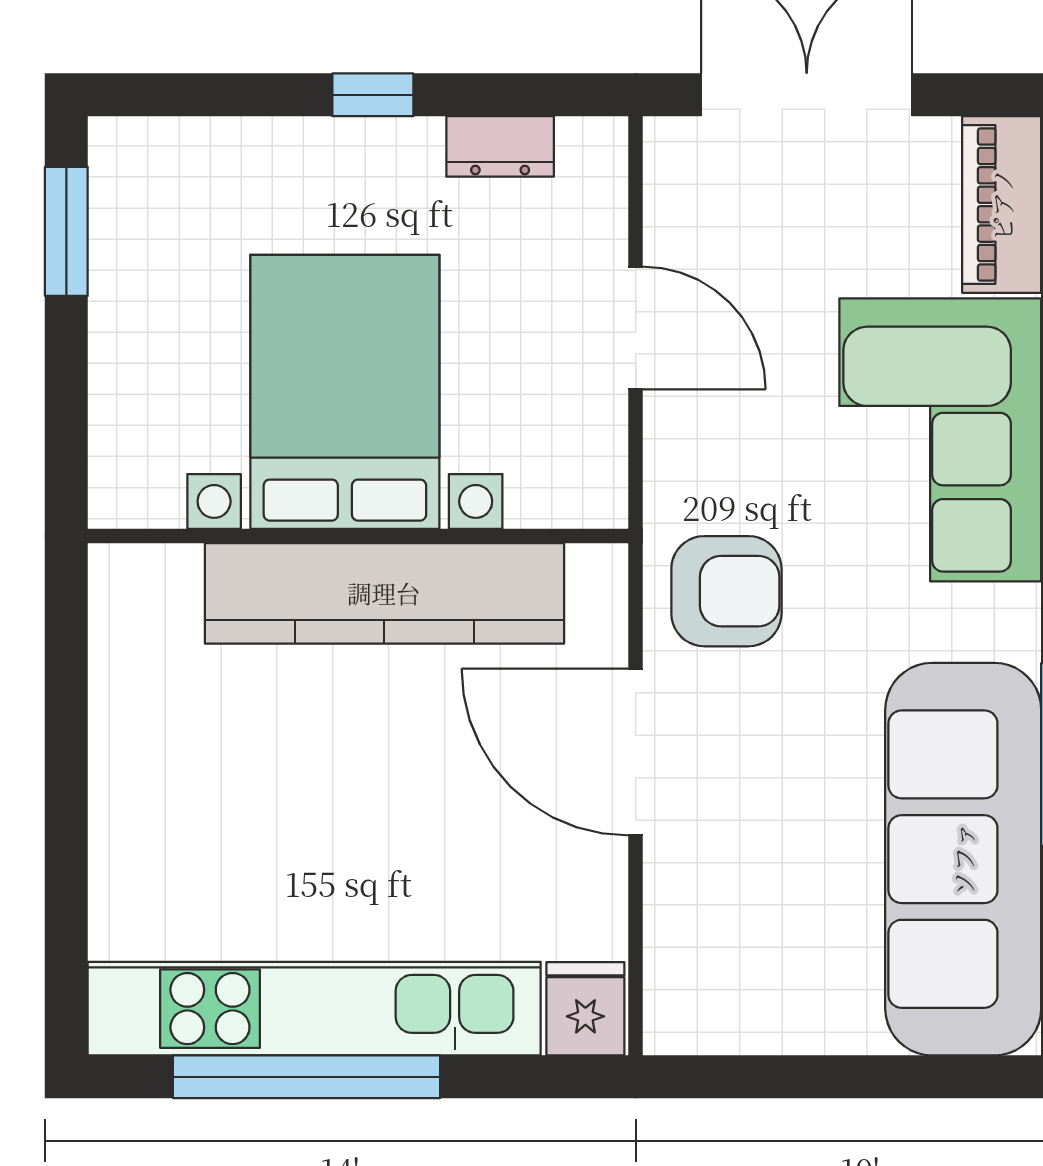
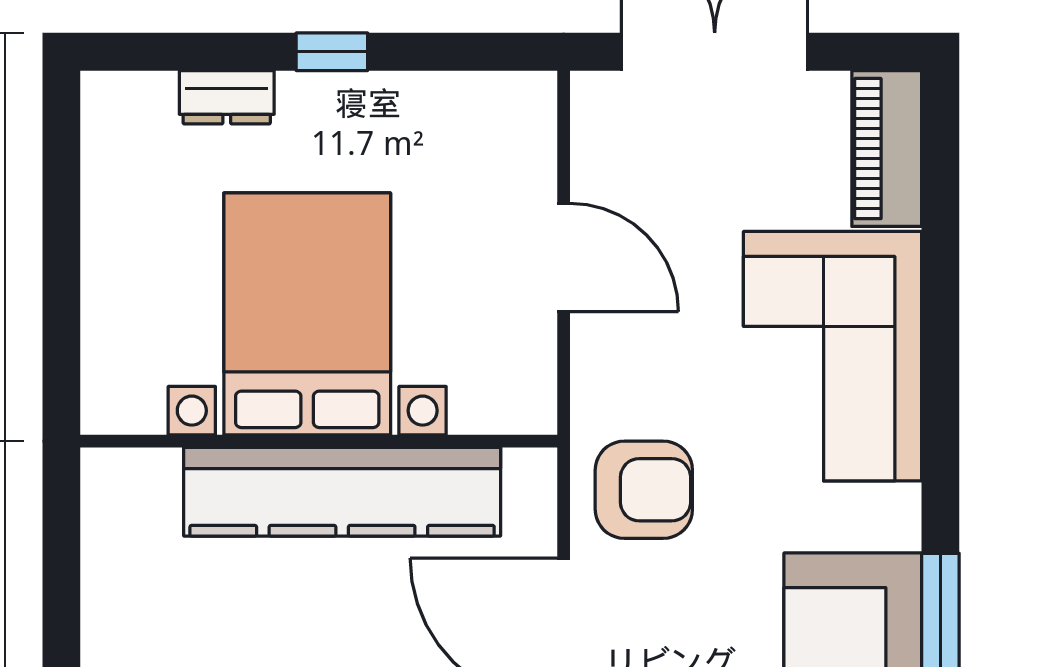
dresser: (500, 146) -> (227, 97), moved
window: (66, 231) -> (61, 172), removed

